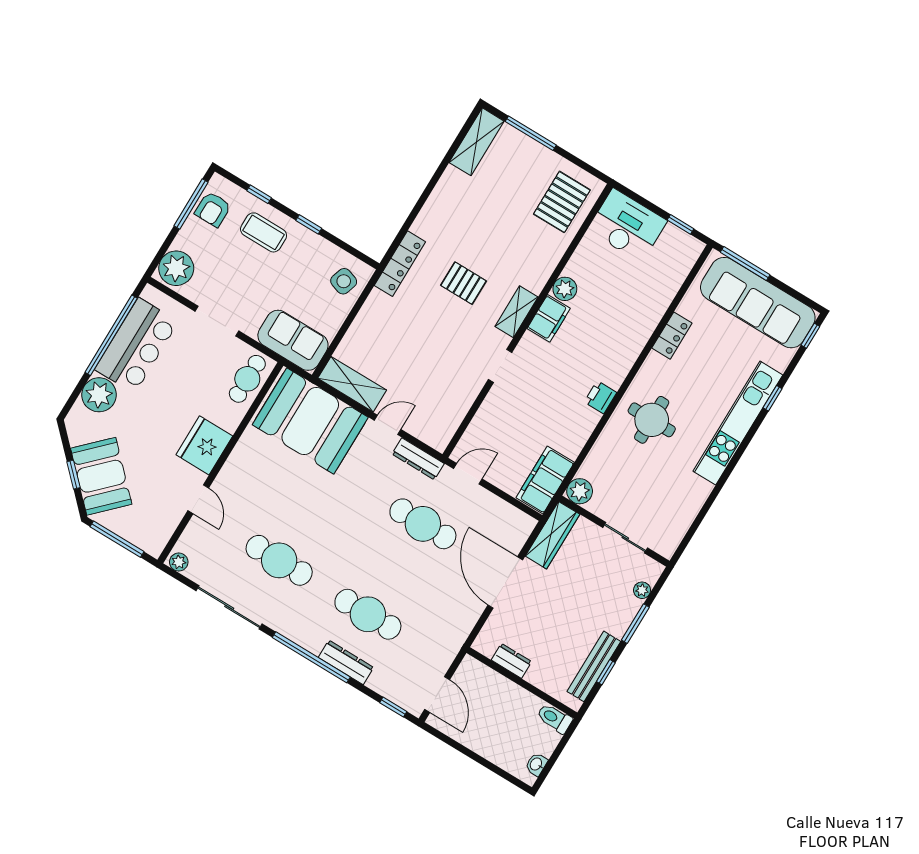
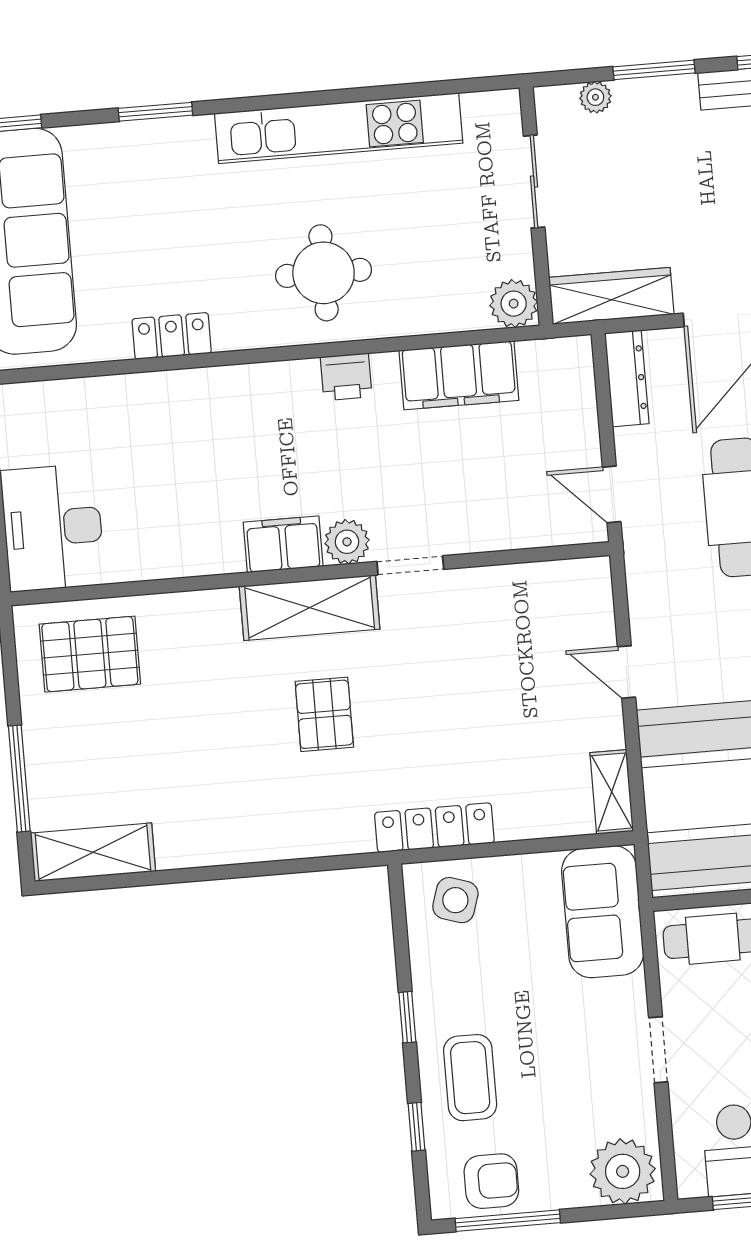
locker: (400, 264) -> (434, 828), moved
plant: (565, 289) -> (347, 542), moved
shelving: (517, 312) -> (310, 608), width x1.50, depth x1.33
doorway: (217, 321) -> (658, 1050), width x0.73
shelving: (352, 384) -> (612, 792), width x0.67, depth x0.75
window: (772, 398) -> (155, 112), width x1.50
kitchen unit: (738, 423) -> (339, 128), moved
dresser: (418, 459) -> (627, 378), moved
filing cabinet: (545, 480) -> (459, 375), moved

